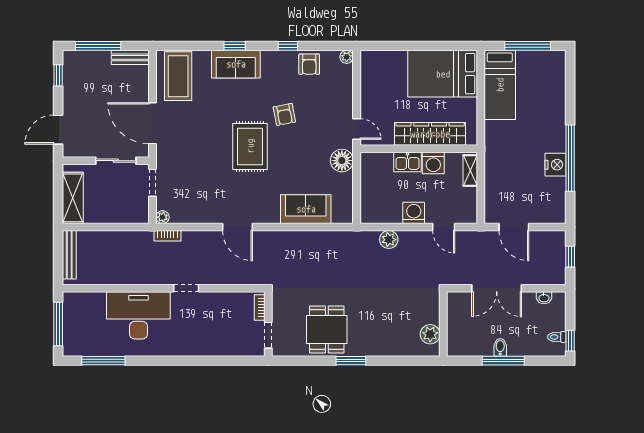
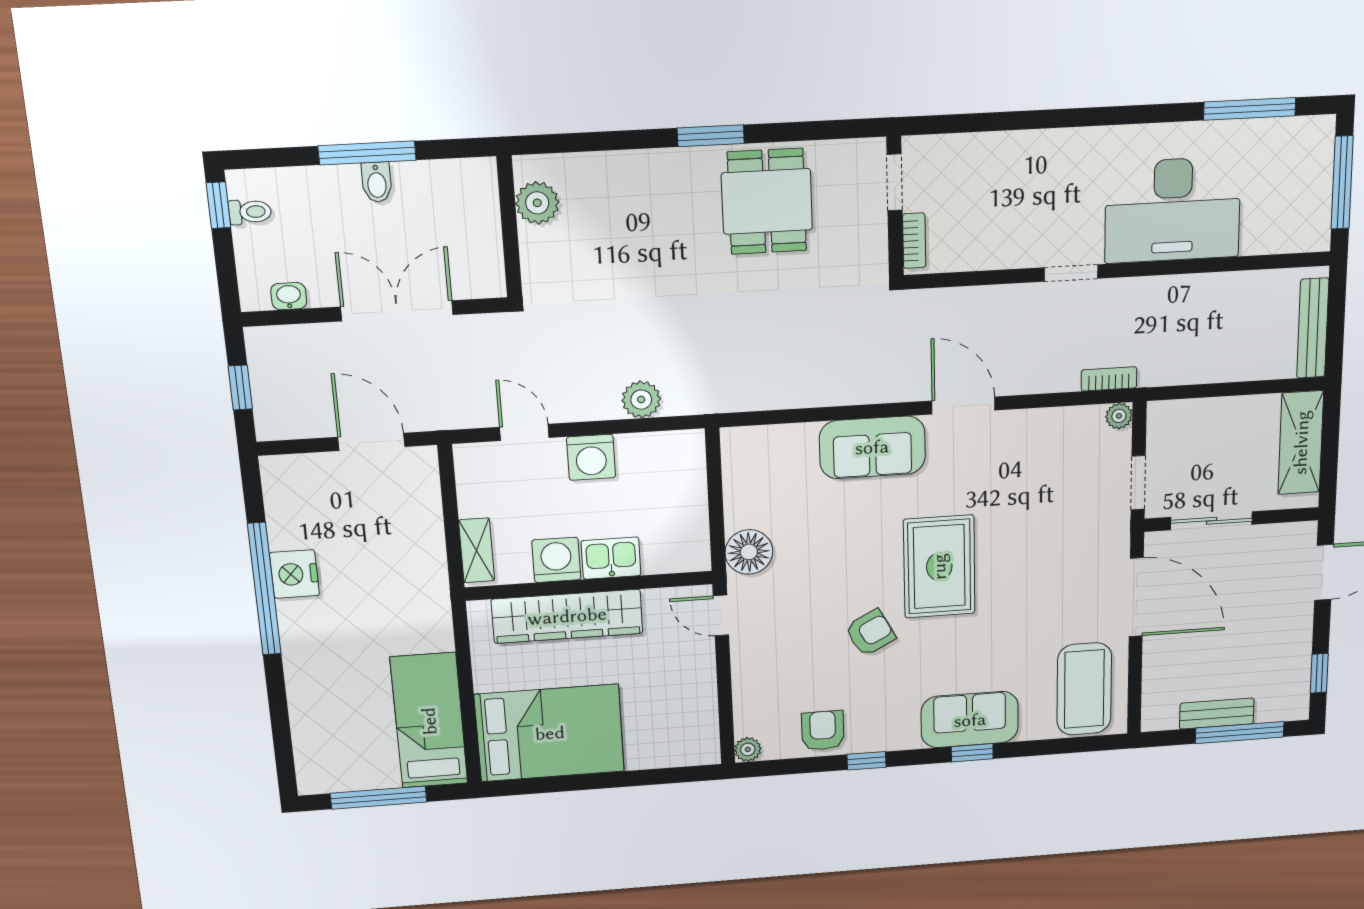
bench: (130, 57) -> (1217, 714), moved
armchair: (284, 114) -> (870, 633), turned 73
sofa: (306, 209) -> (872, 447), moved

